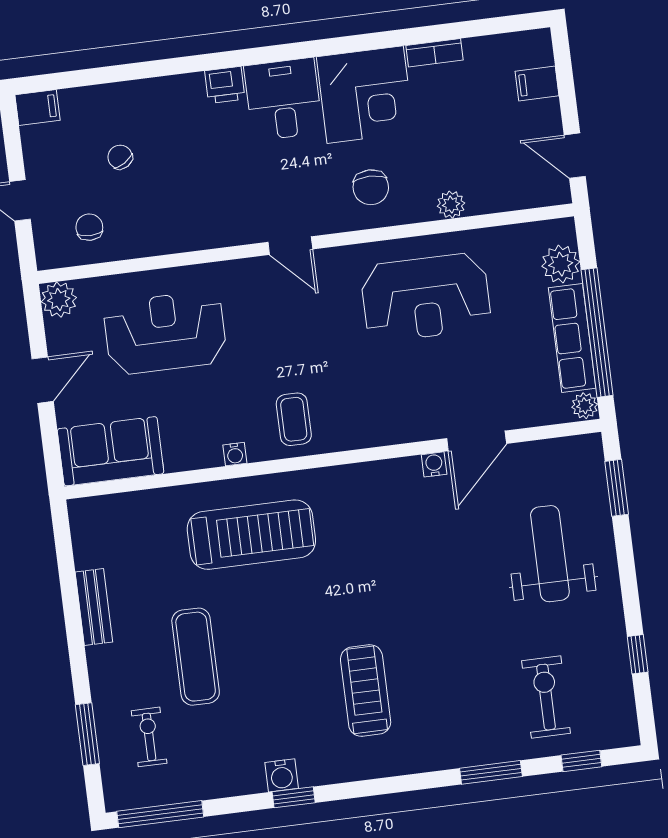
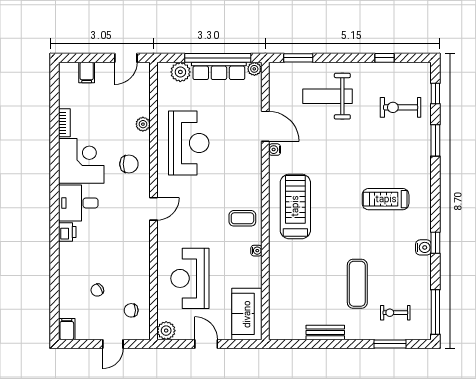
treadmill: (251, 535) -> (295, 206), moved
exercise mat: (196, 657) -> (357, 284), turned 90

